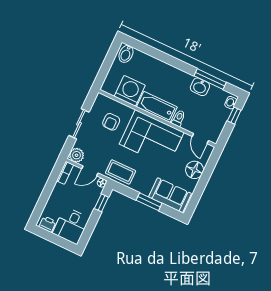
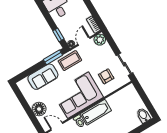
washing machine: (130, 91) -> (118, 102), removed
sliding door: (79, 124) -> (124, 64), moved
sofa: (170, 195) -> (43, 77), moved
window: (149, 202) -> (53, 57), moved

